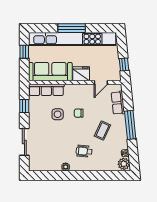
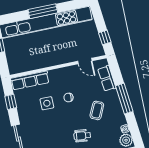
sofa: (50, 72) -> (30, 61), removed
fridge: (81, 74) -> (62, 56), removed
door: (101, 82) -> (85, 61), hinge flipped

